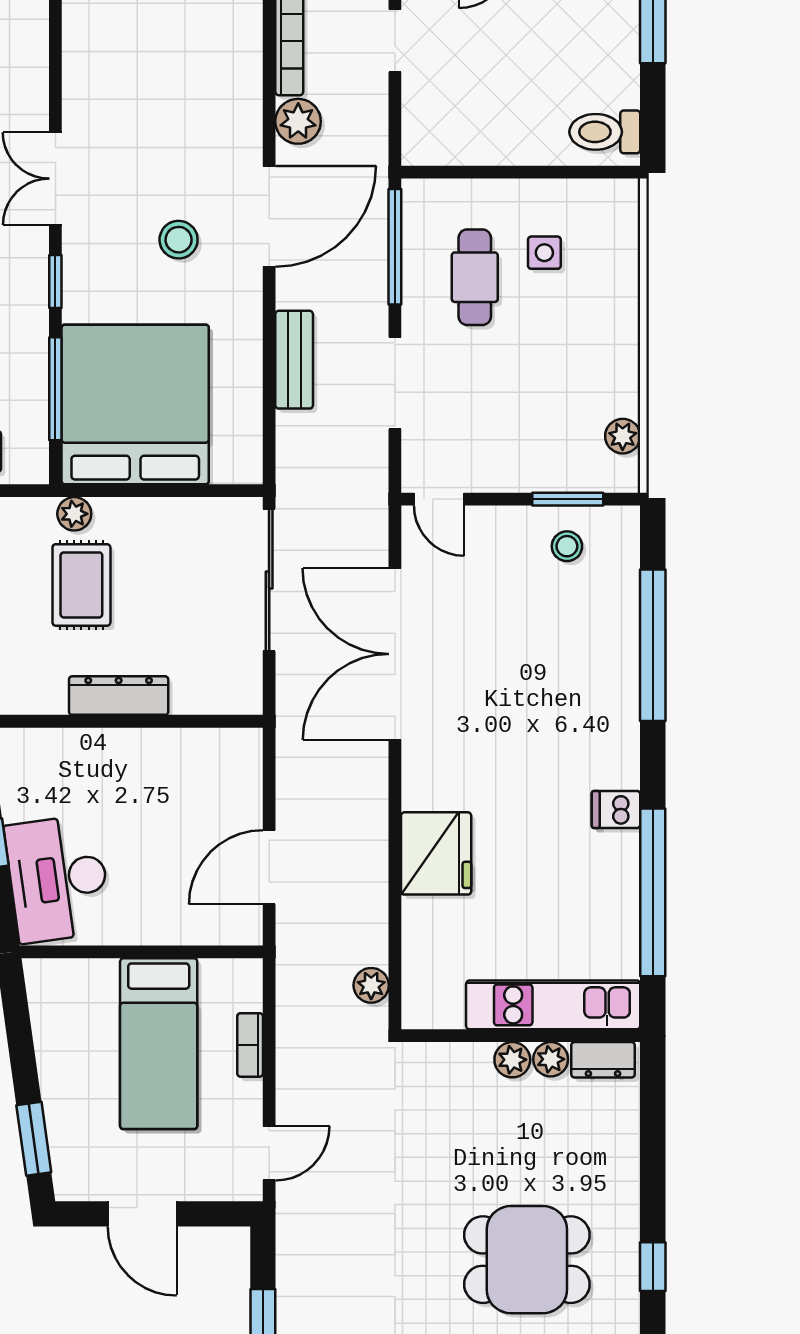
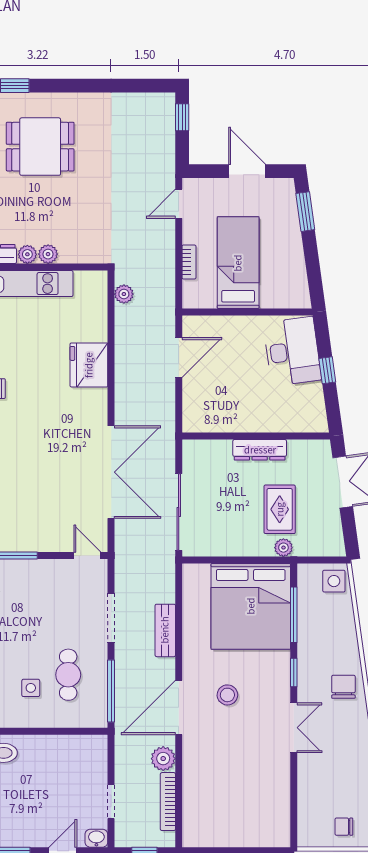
stool: (567, 546) -> (19, 530), removed

